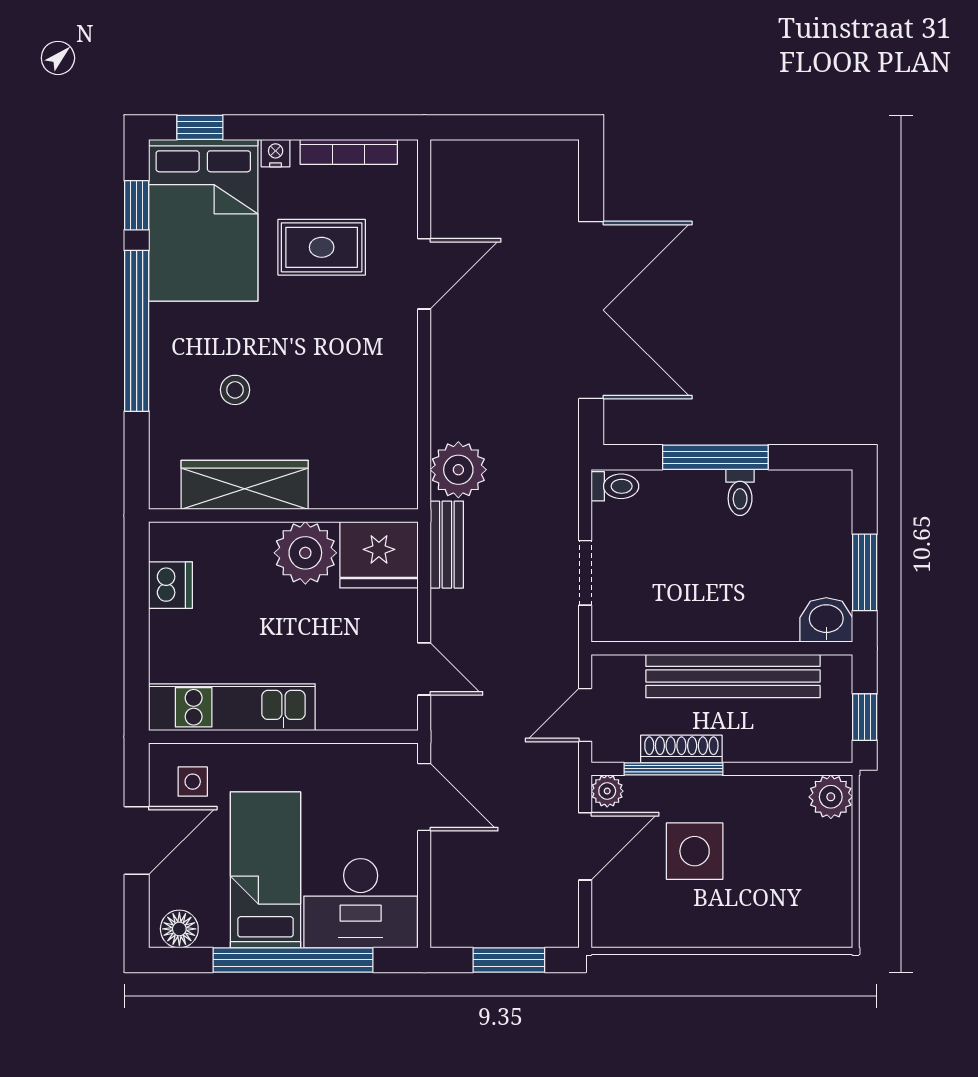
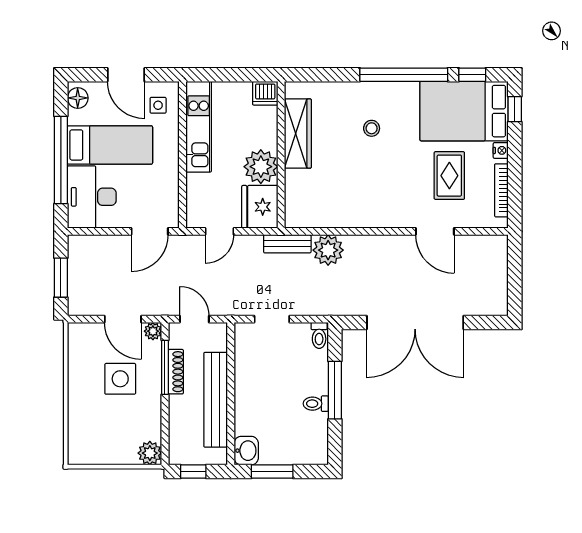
wardrobe: (245, 485) -> (298, 134), moved
wall: (283, 516) -> (281, 155), moved
plant: (305, 553) -> (261, 167), moved
fridge: (379, 555) -> (260, 207), moved

